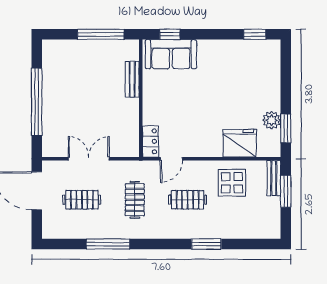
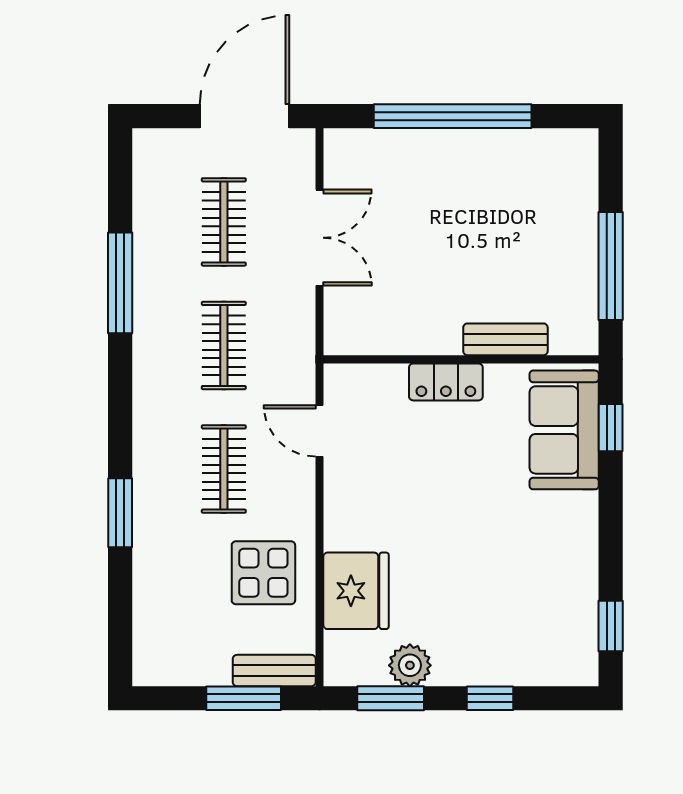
window: (286, 86) -> (490, 698), added
locker: (150, 141) -> (446, 382), moved
clothes rail: (135, 200) -> (224, 345), turned 90

